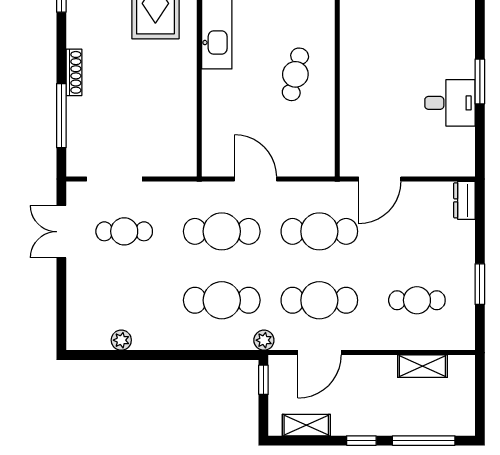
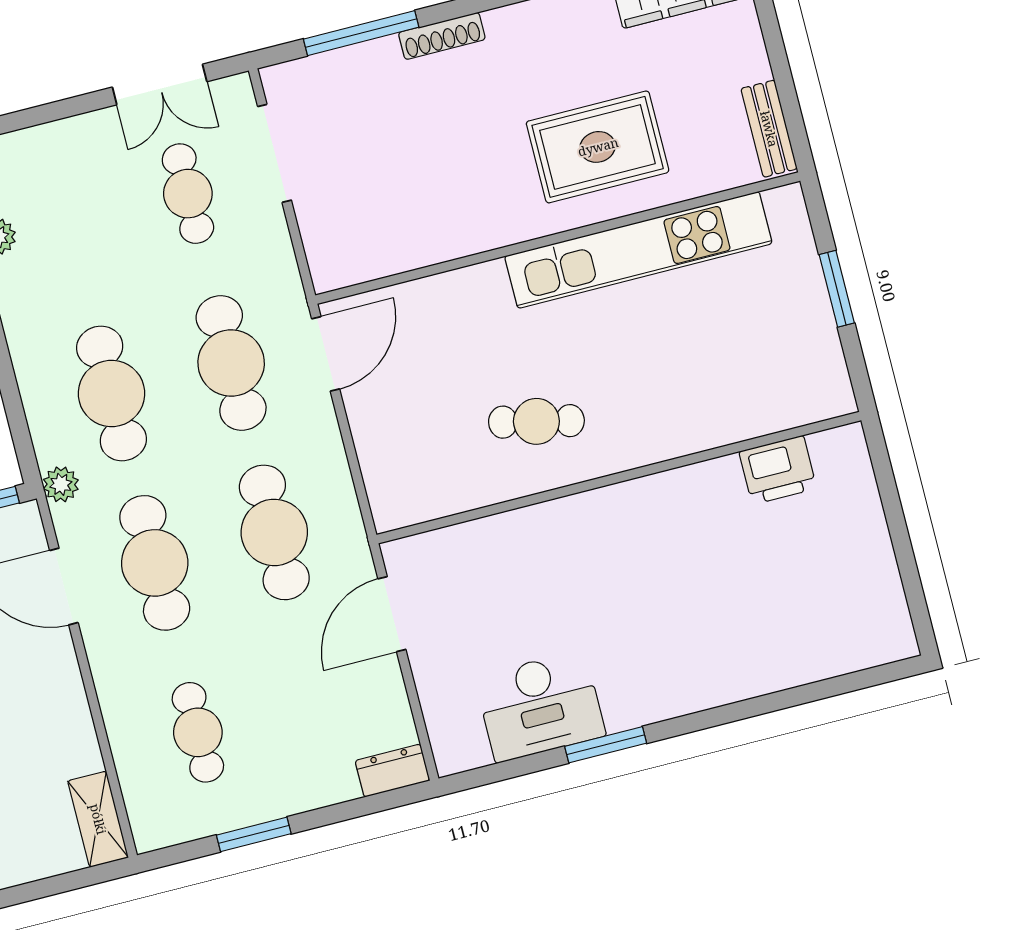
desk: (450, 103) -> (540, 706), width x1.37
door: (255, 179) -> (326, 354), moved
door: (380, 179) -> (392, 614), hinge flipped
double door: (61, 232) -> (160, 84), swing flipped
shelving: (422, 366) -> (98, 819), moved

